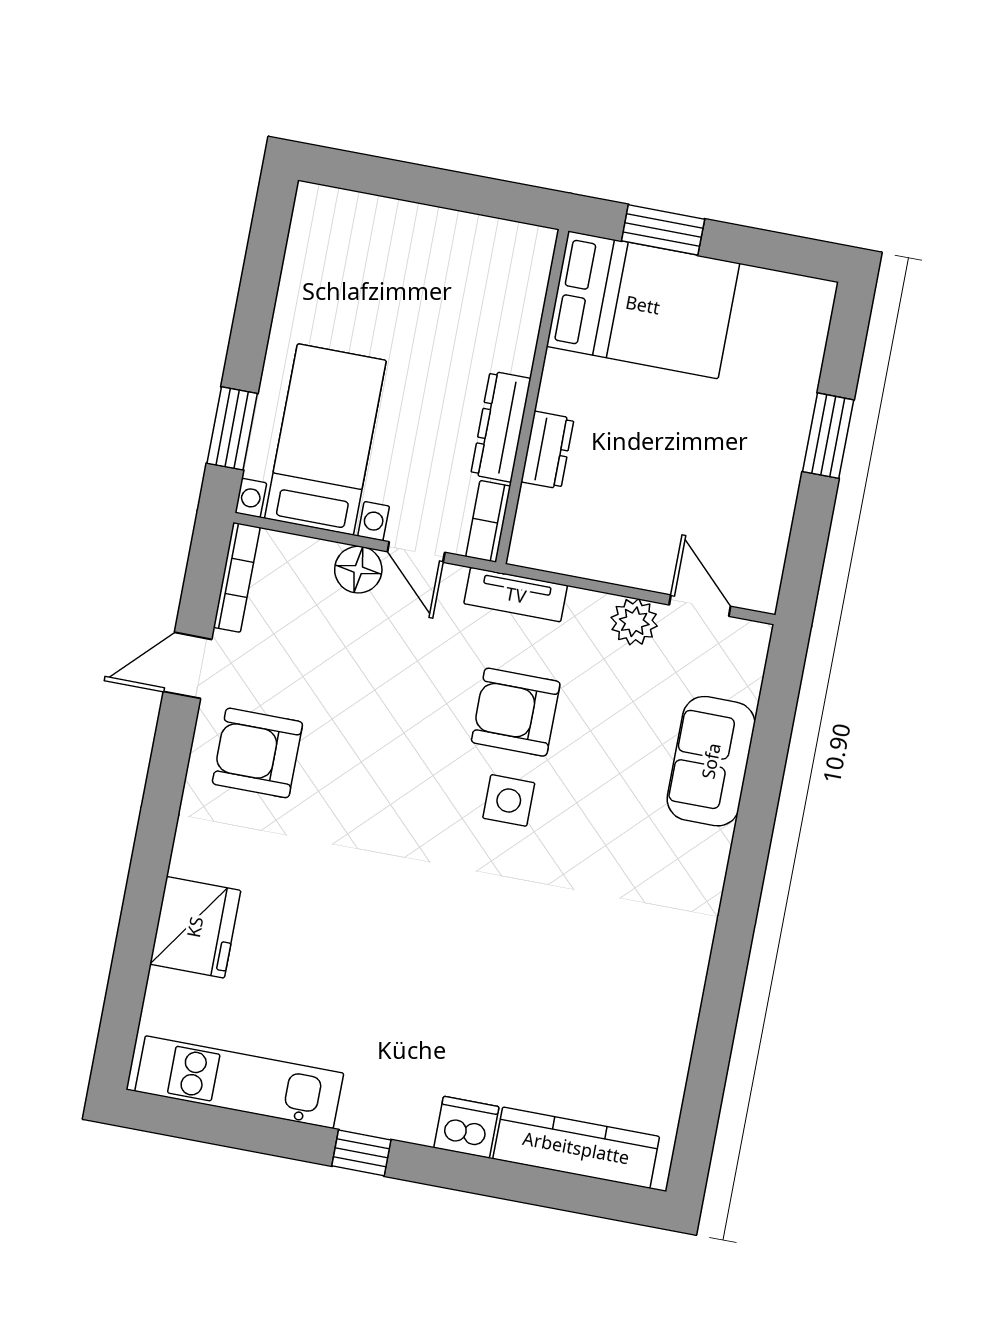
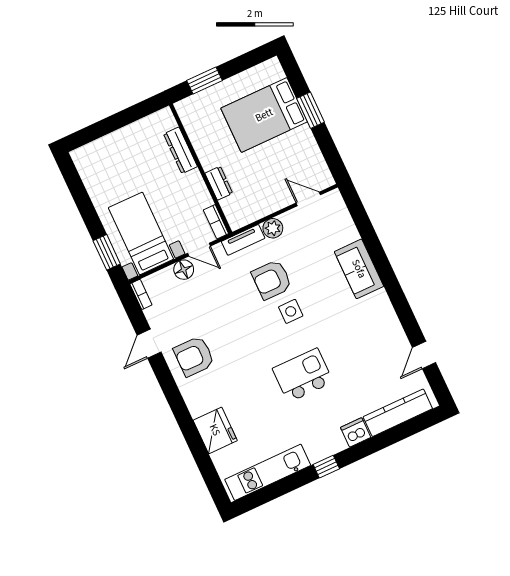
bed: (643, 305) -> (264, 115), moved, turned 180
dresser: (501, 427) -> (180, 150), moved
bookcase: (237, 577) -> (141, 294), width x0.64
plant: (634, 622) -> (273, 228), moved
sofa: (711, 761) -> (359, 269), moved
kitchen island: (443, 942) -> (303, 375), added
door: (708, 1072) -> (424, 355), added

